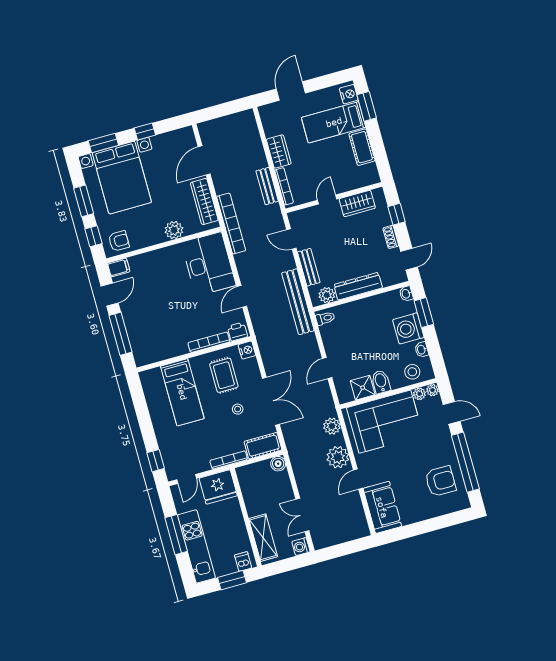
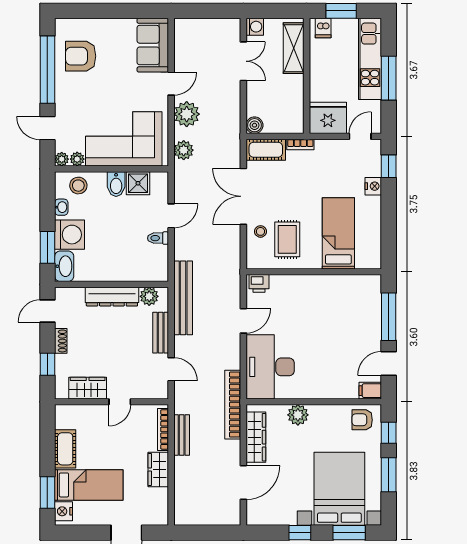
washbasin: (406, 294) -> (64, 266), width x1.91, depth x1.45
toilet: (325, 318) -> (158, 238), moved
bookcase: (209, 342) -> (294, 280), removed
nightstand: (247, 350) -> (373, 186), moved, turned 180
stool: (238, 409) -> (260, 231), moved
bookcase: (229, 460) -> (300, 144), width x0.64

